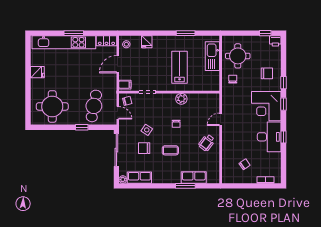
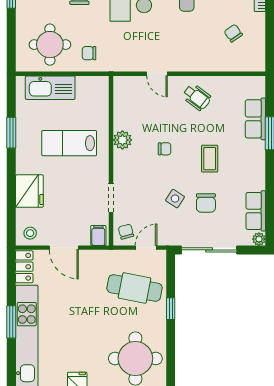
fridge: (147, 42) -> (29, 191), width x1.88, depth x1.34

